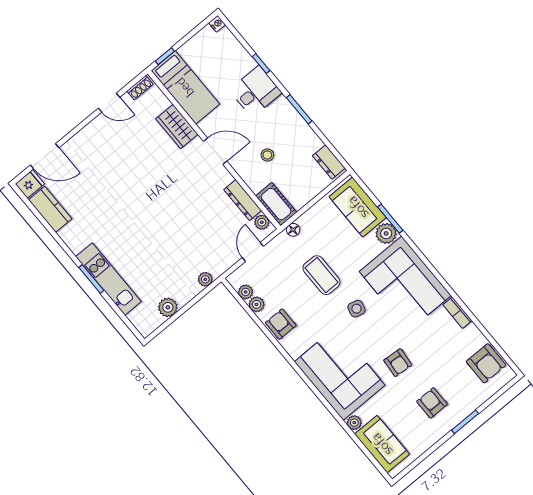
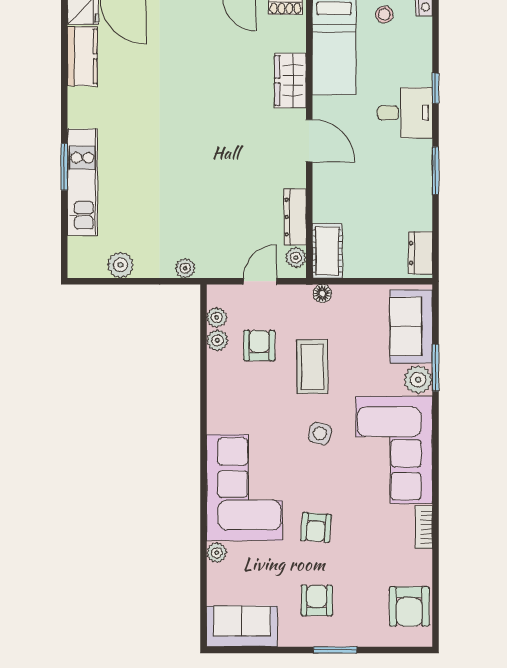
stool: (267, 155) -> (384, 15), moved
armchair: (281, 324) -> (259, 346), moved
sofa: (382, 444) -> (242, 626), moved, turned -90

